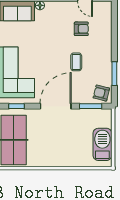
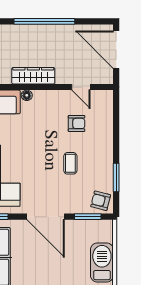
door: (56, 106) -> (46, 217), swing flipped

